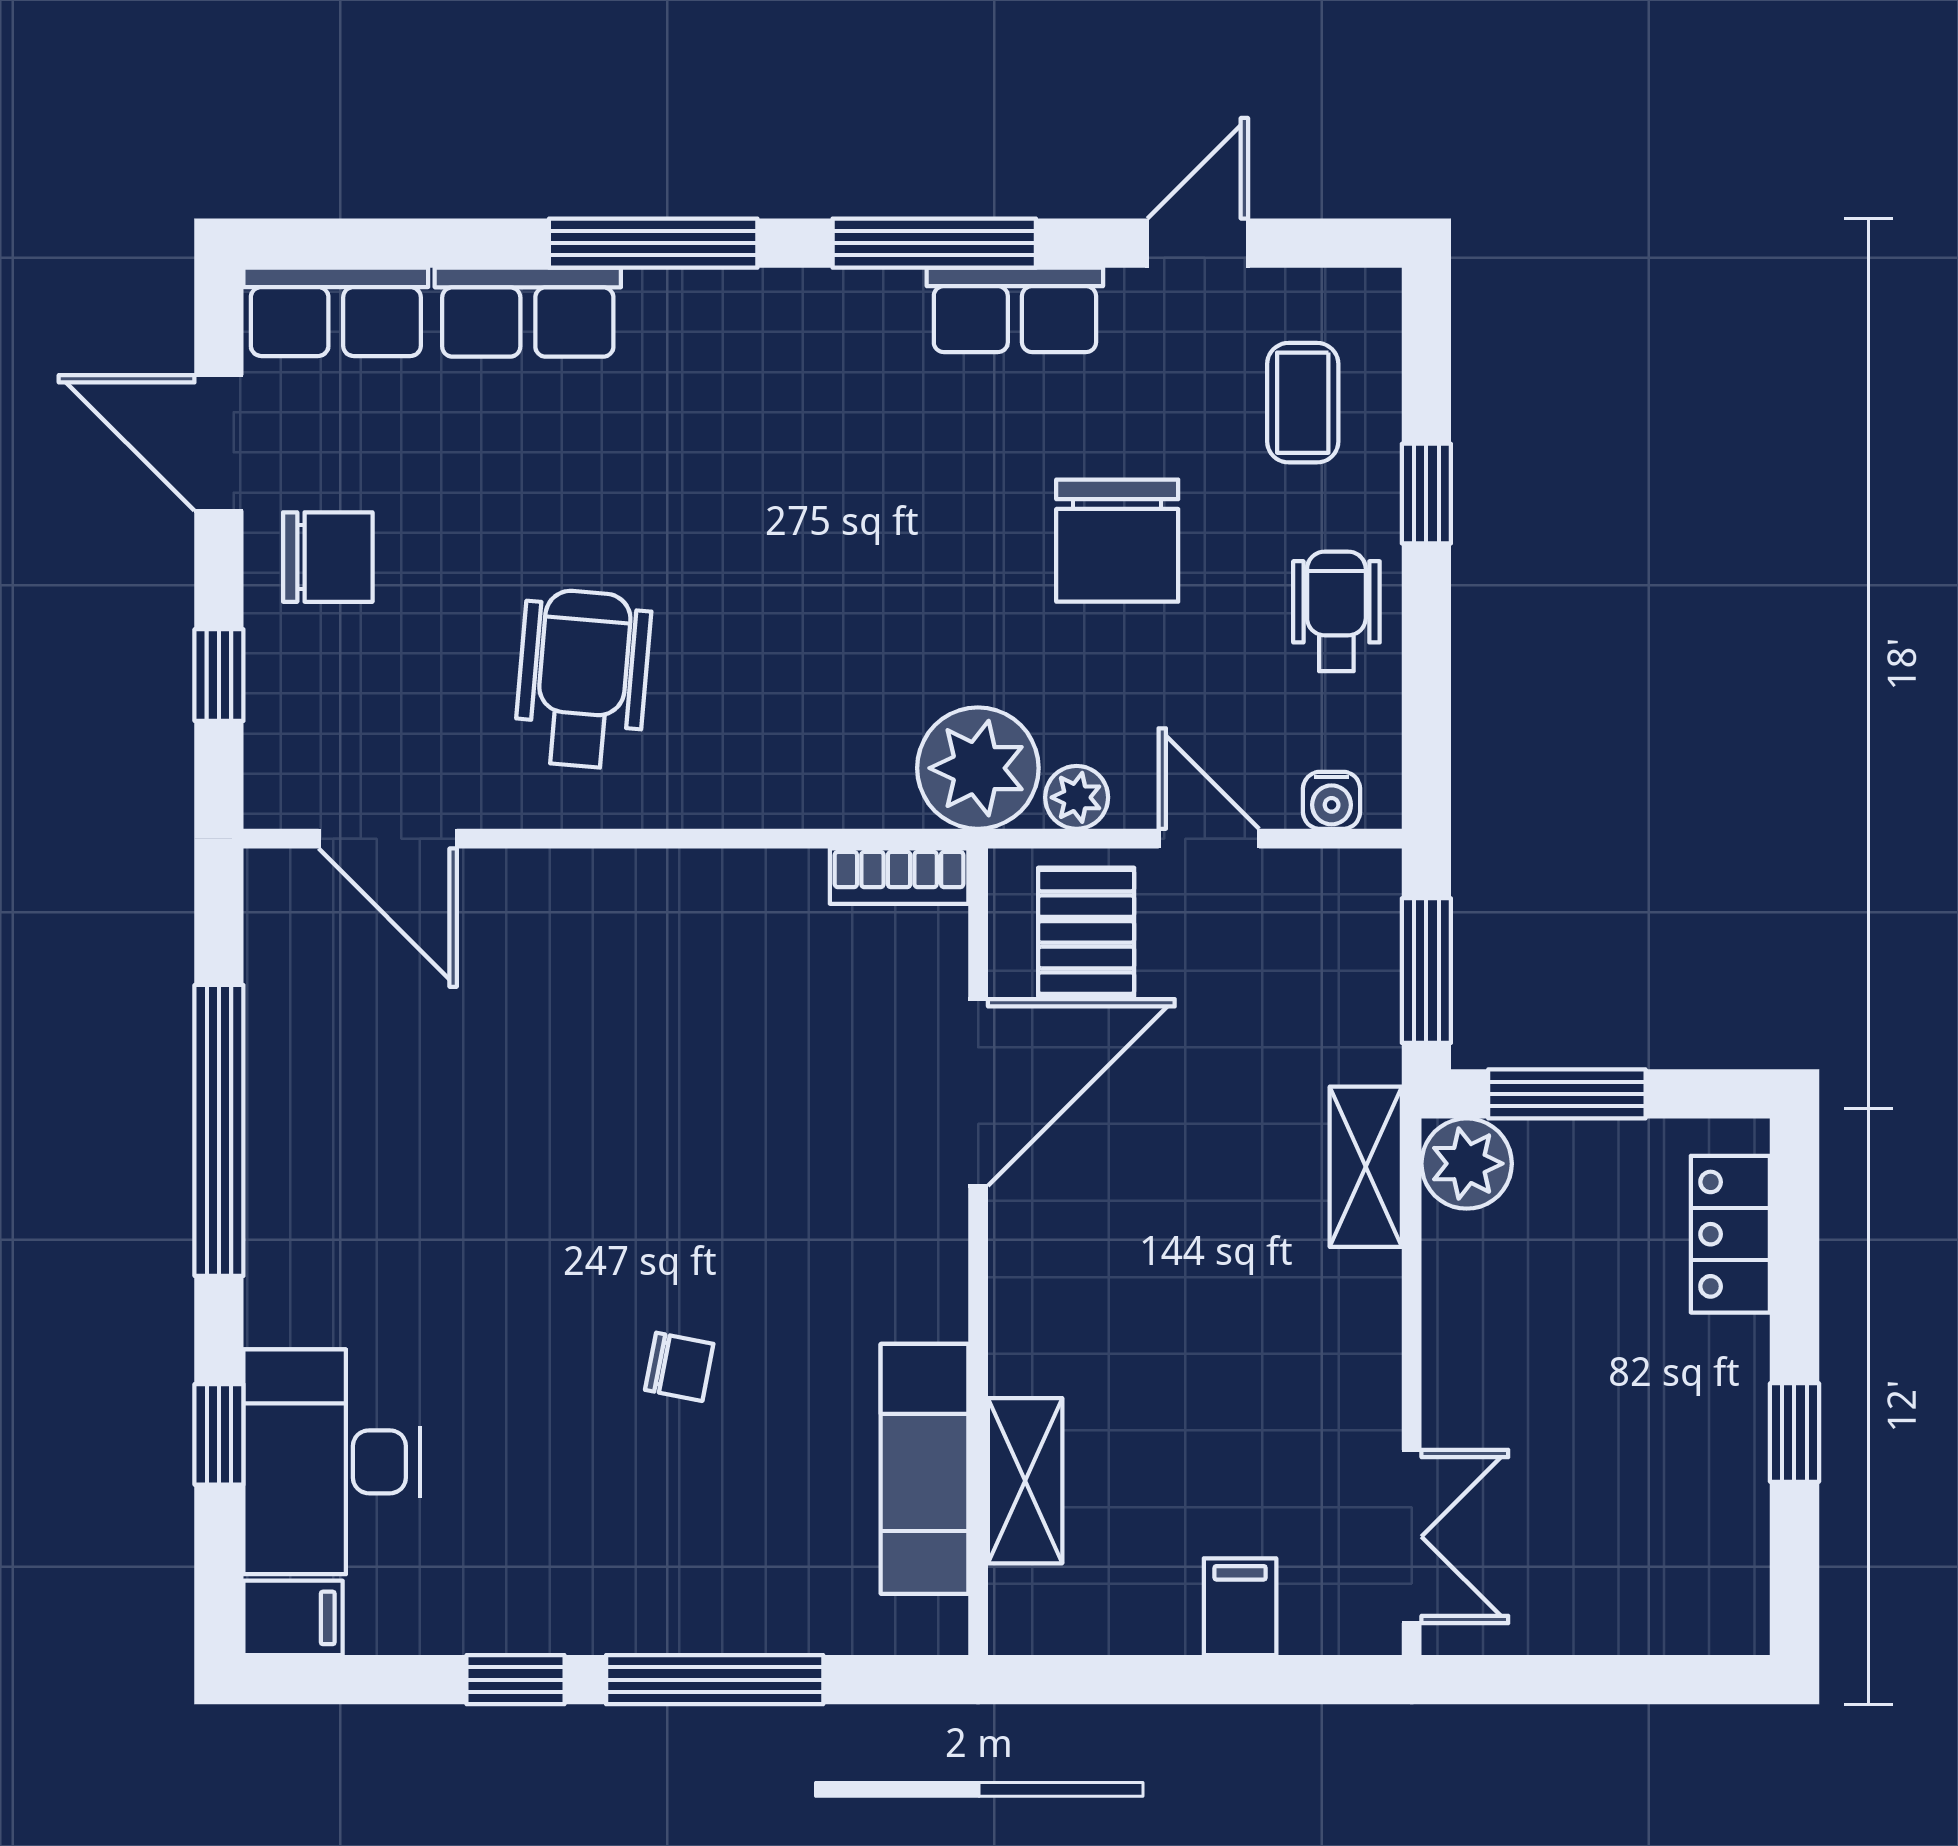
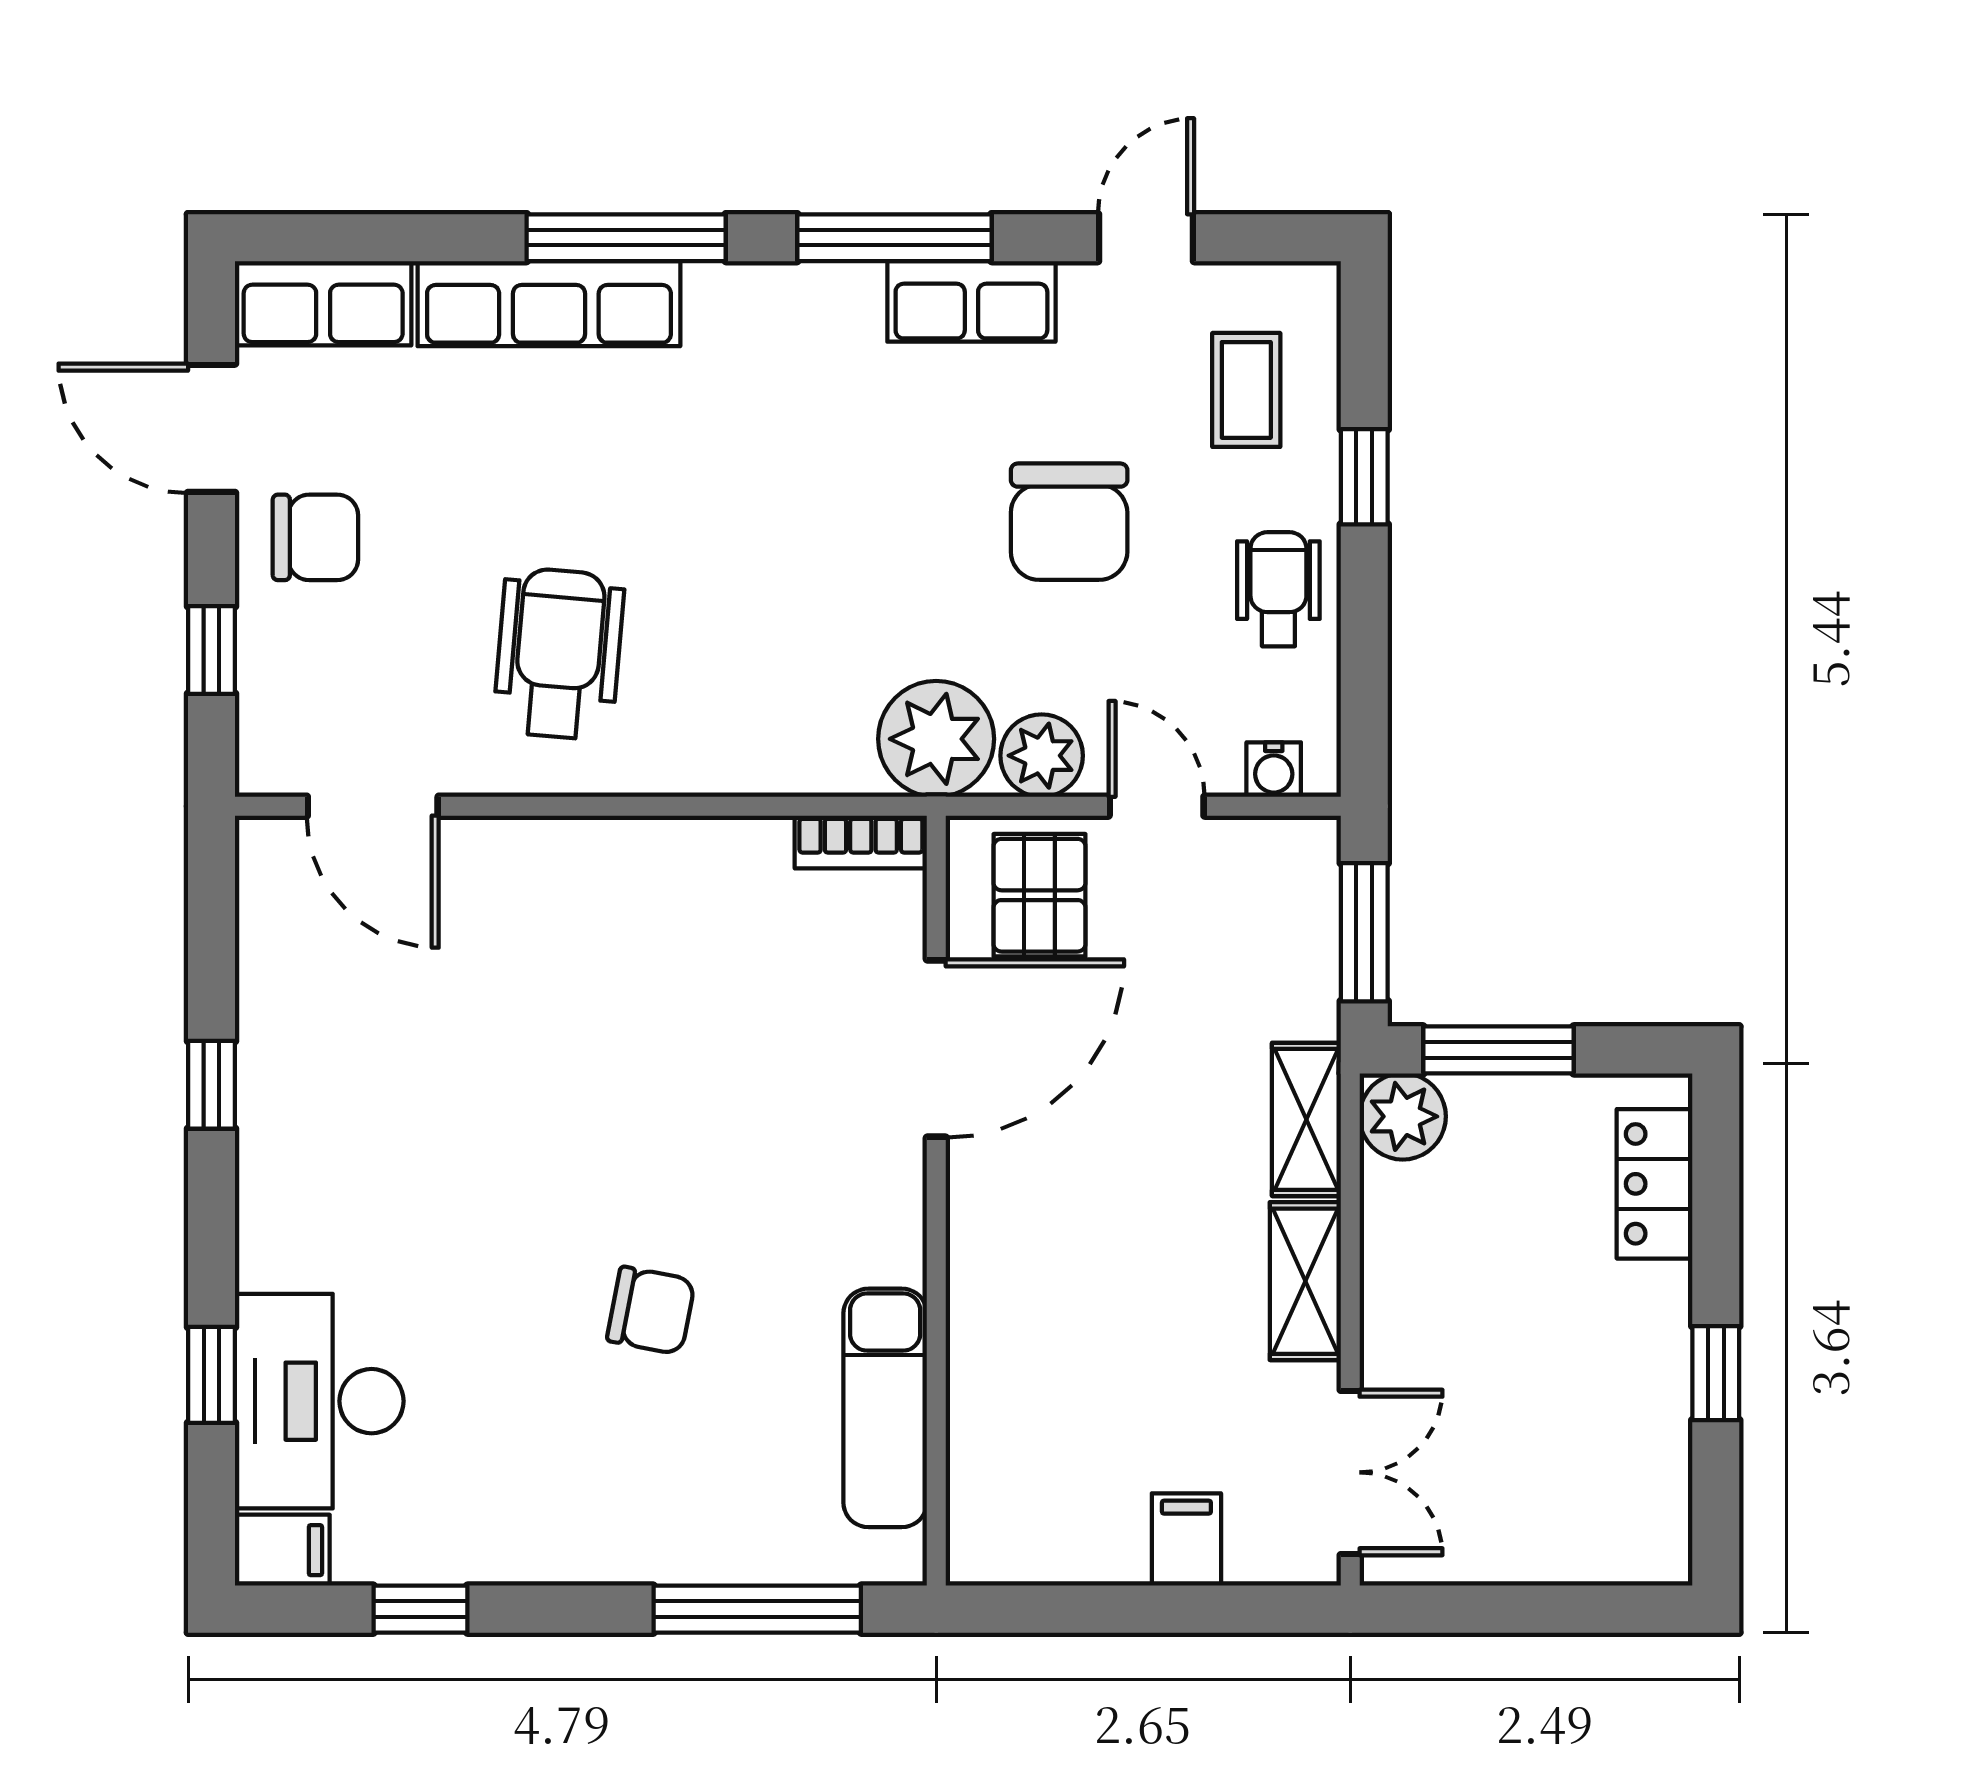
row of seats: (528, 312) -> (549, 304), width x1.48
plant: (1077, 797) -> (1042, 756), width x1.38, depth x1.38
window: (219, 1130) -> (212, 1085), width x0.32
chair: (679, 1367) -> (651, 1310), width x1.37, depth x1.37
shelving: (1025, 1481) -> (1305, 1281), moved
window: (515, 1680) -> (420, 1609), moved
window: (715, 1680) -> (757, 1609), moved

